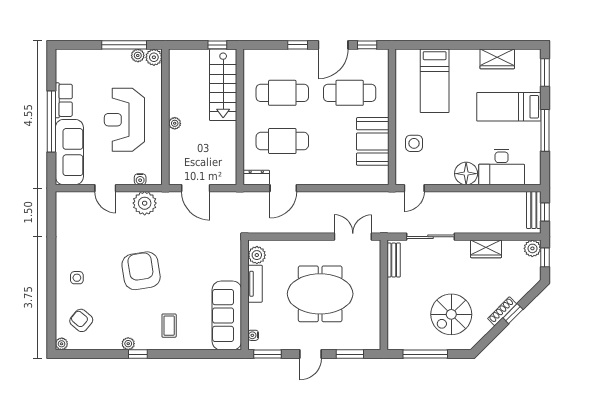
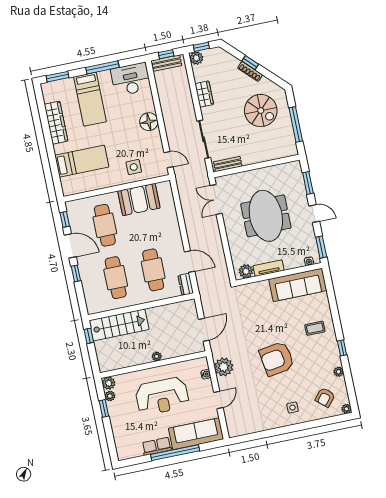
window: (124, 45) -> (104, 408), width x0.46
wardrobe: (497, 59) -> (56, 123), width x1.50
desk: (502, 167) -> (131, 79), moved, turned -90
plant: (128, 344) -> (339, 372), moved

